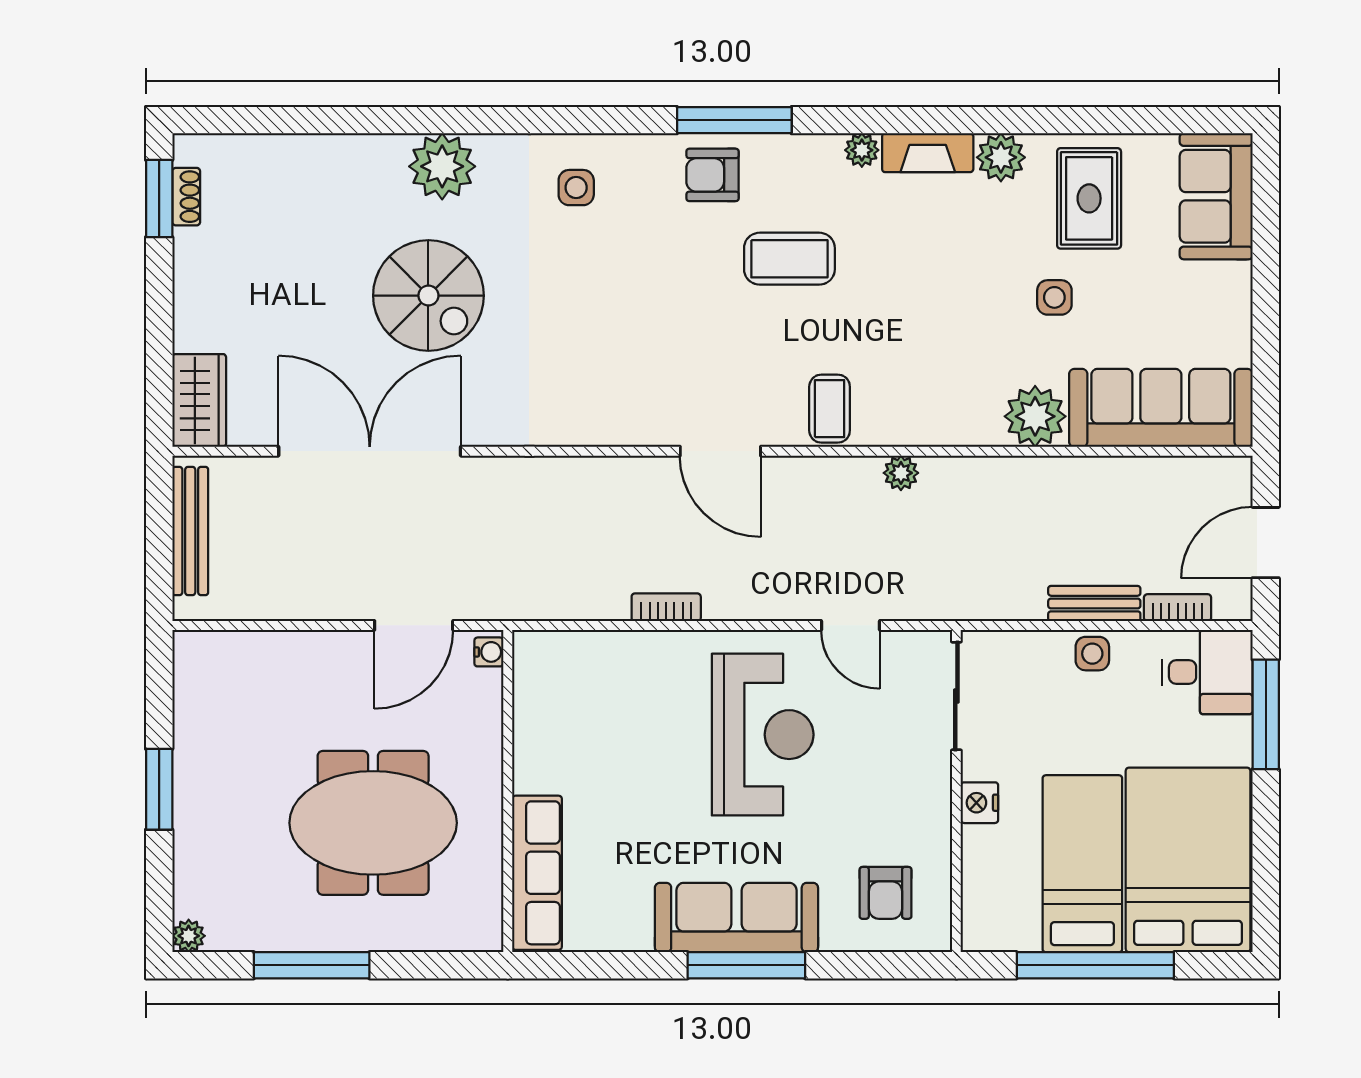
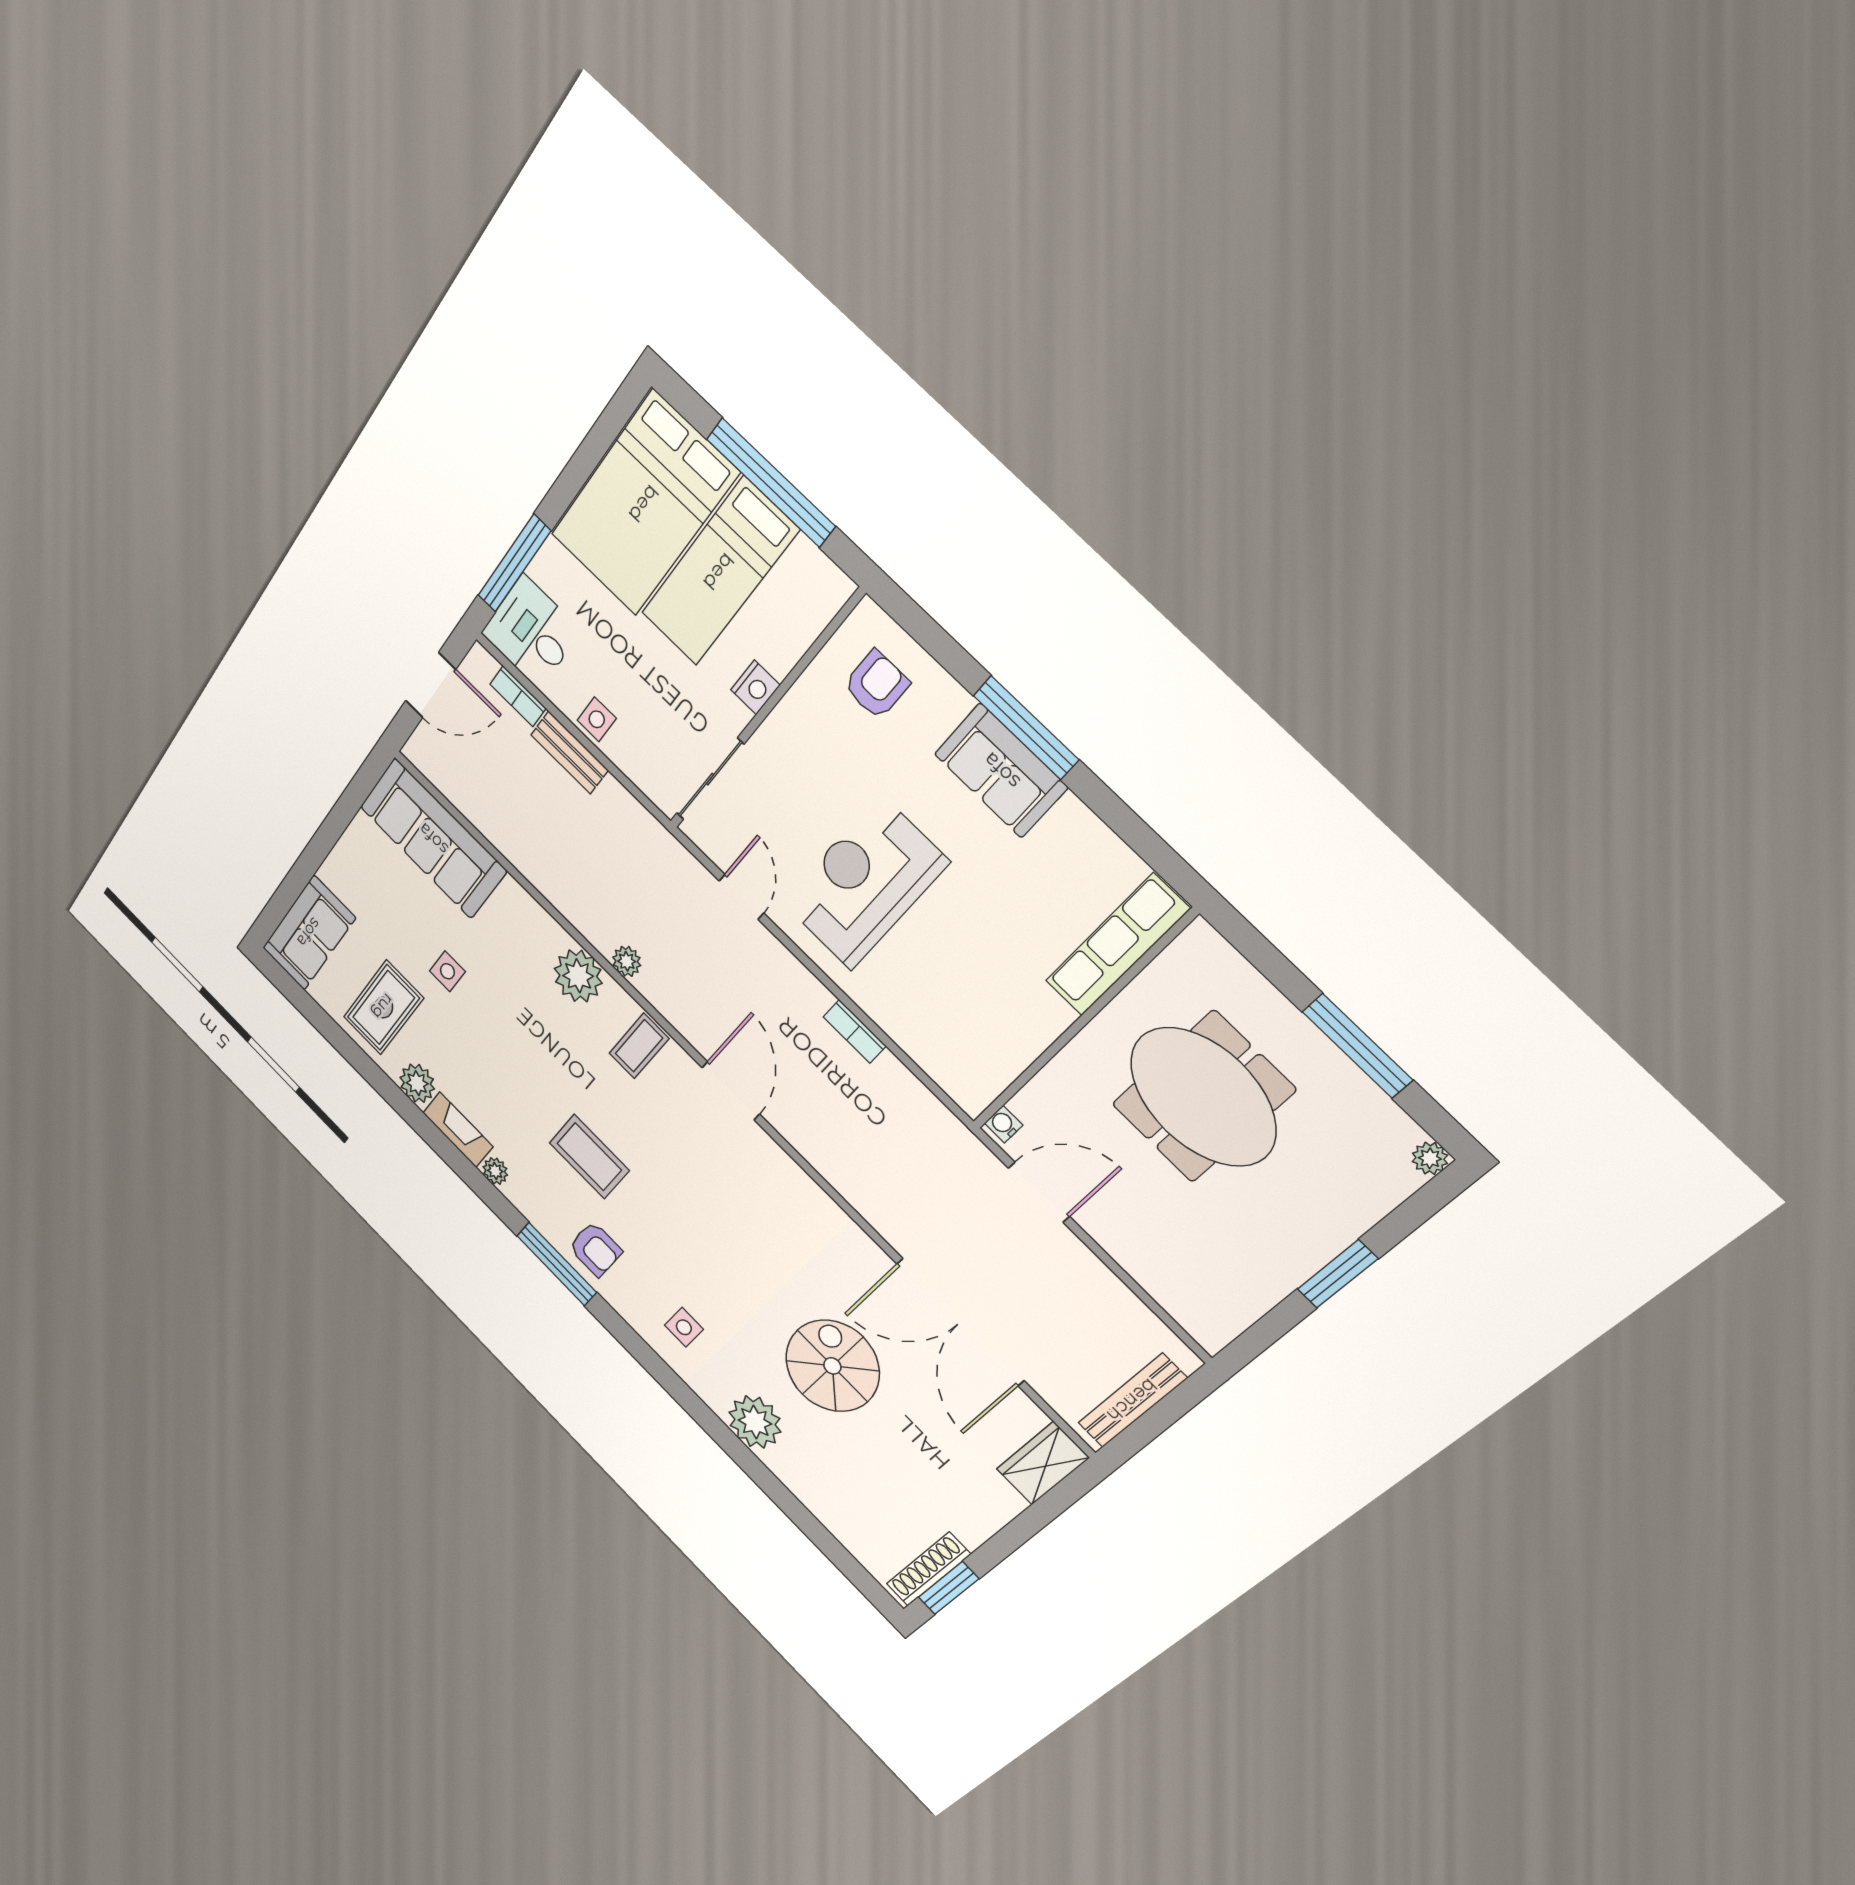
shoe rack: (186, 197) -> (928, 1569), width x1.94, depth x1.24
plant: (1035, 416) -> (578, 976), moved
sofa: (736, 918) -> (1001, 771), width x0.73

